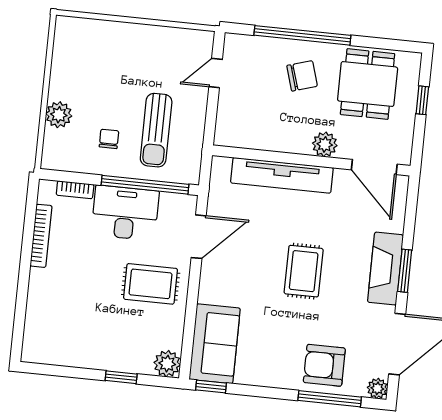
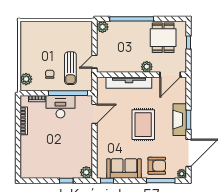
plant: (236, 46) -> (103, 27), added
door: (216, 73) -> (95, 62), moved
chair: (302, 76) -> (133, 37), removed
plant: (59, 115) -> (26, 79), moved
door: (374, 167) -> (170, 75), hinge flipped
rug: (304, 271) -> (143, 125), width x1.36, depth x1.43
rug: (151, 284) -> (75, 137), removed
sofa: (215, 344) -> (124, 168), moved, turned -90
armchair: (324, 365) -> (157, 166), turned 180

